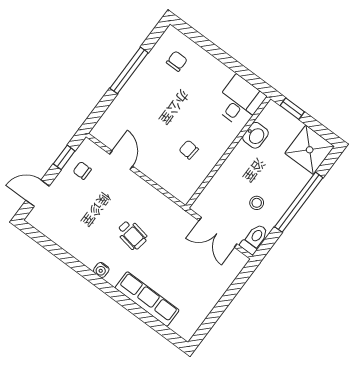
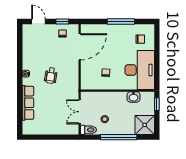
desk: (240, 101) -> (140, 70), width x1.87, depth x1.30
door: (121, 160) -> (80, 47), width x1.87

